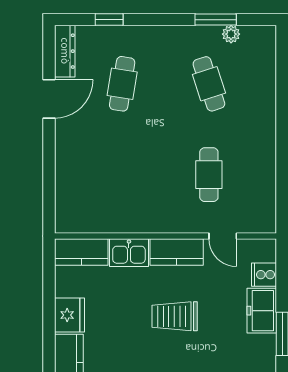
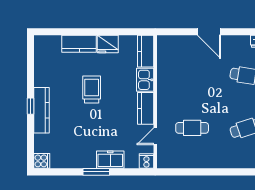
door: (49, 99) -> (209, 32), moved
cooker: (264, 275) -> (146, 161), moved
trolley: (175, 316) -> (92, 89), moved

